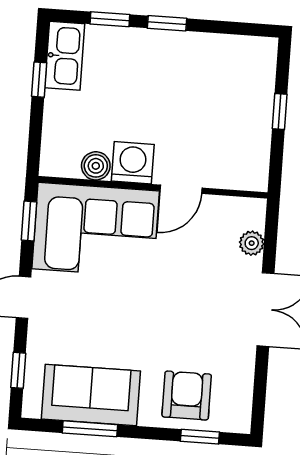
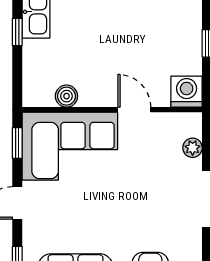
washing machine: (133, 163) -> (187, 92), moved
door: (181, 189) -> (134, 110), swing flipped

